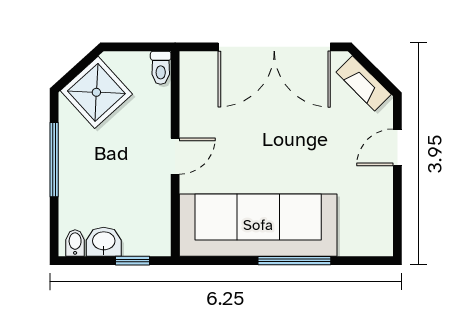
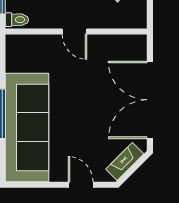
toilet: (161, 68) -> (17, 20), moved, turned 180
sofa: (258, 225) -> (27, 127), moved

